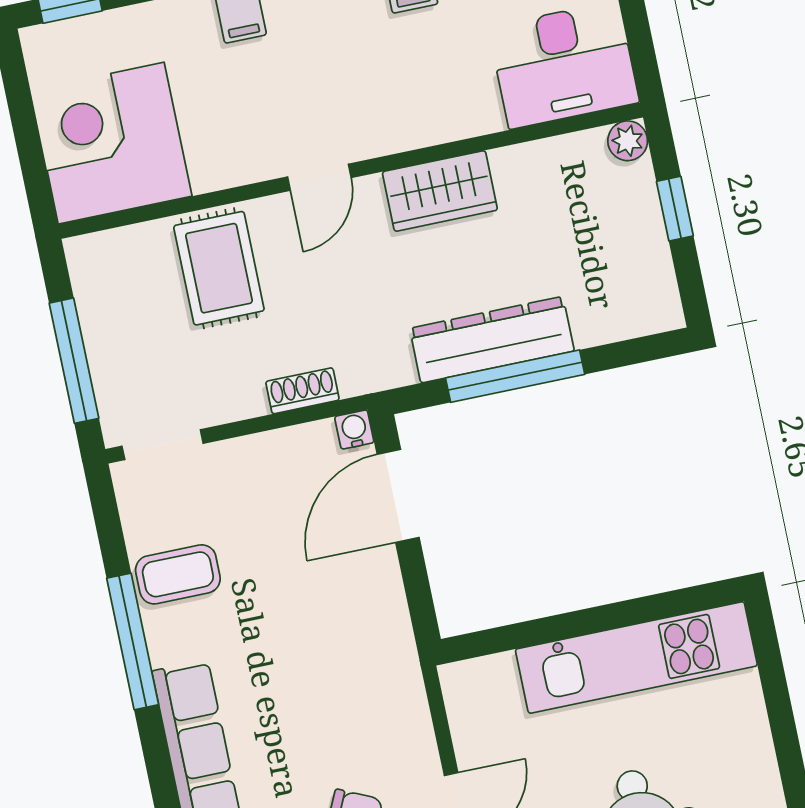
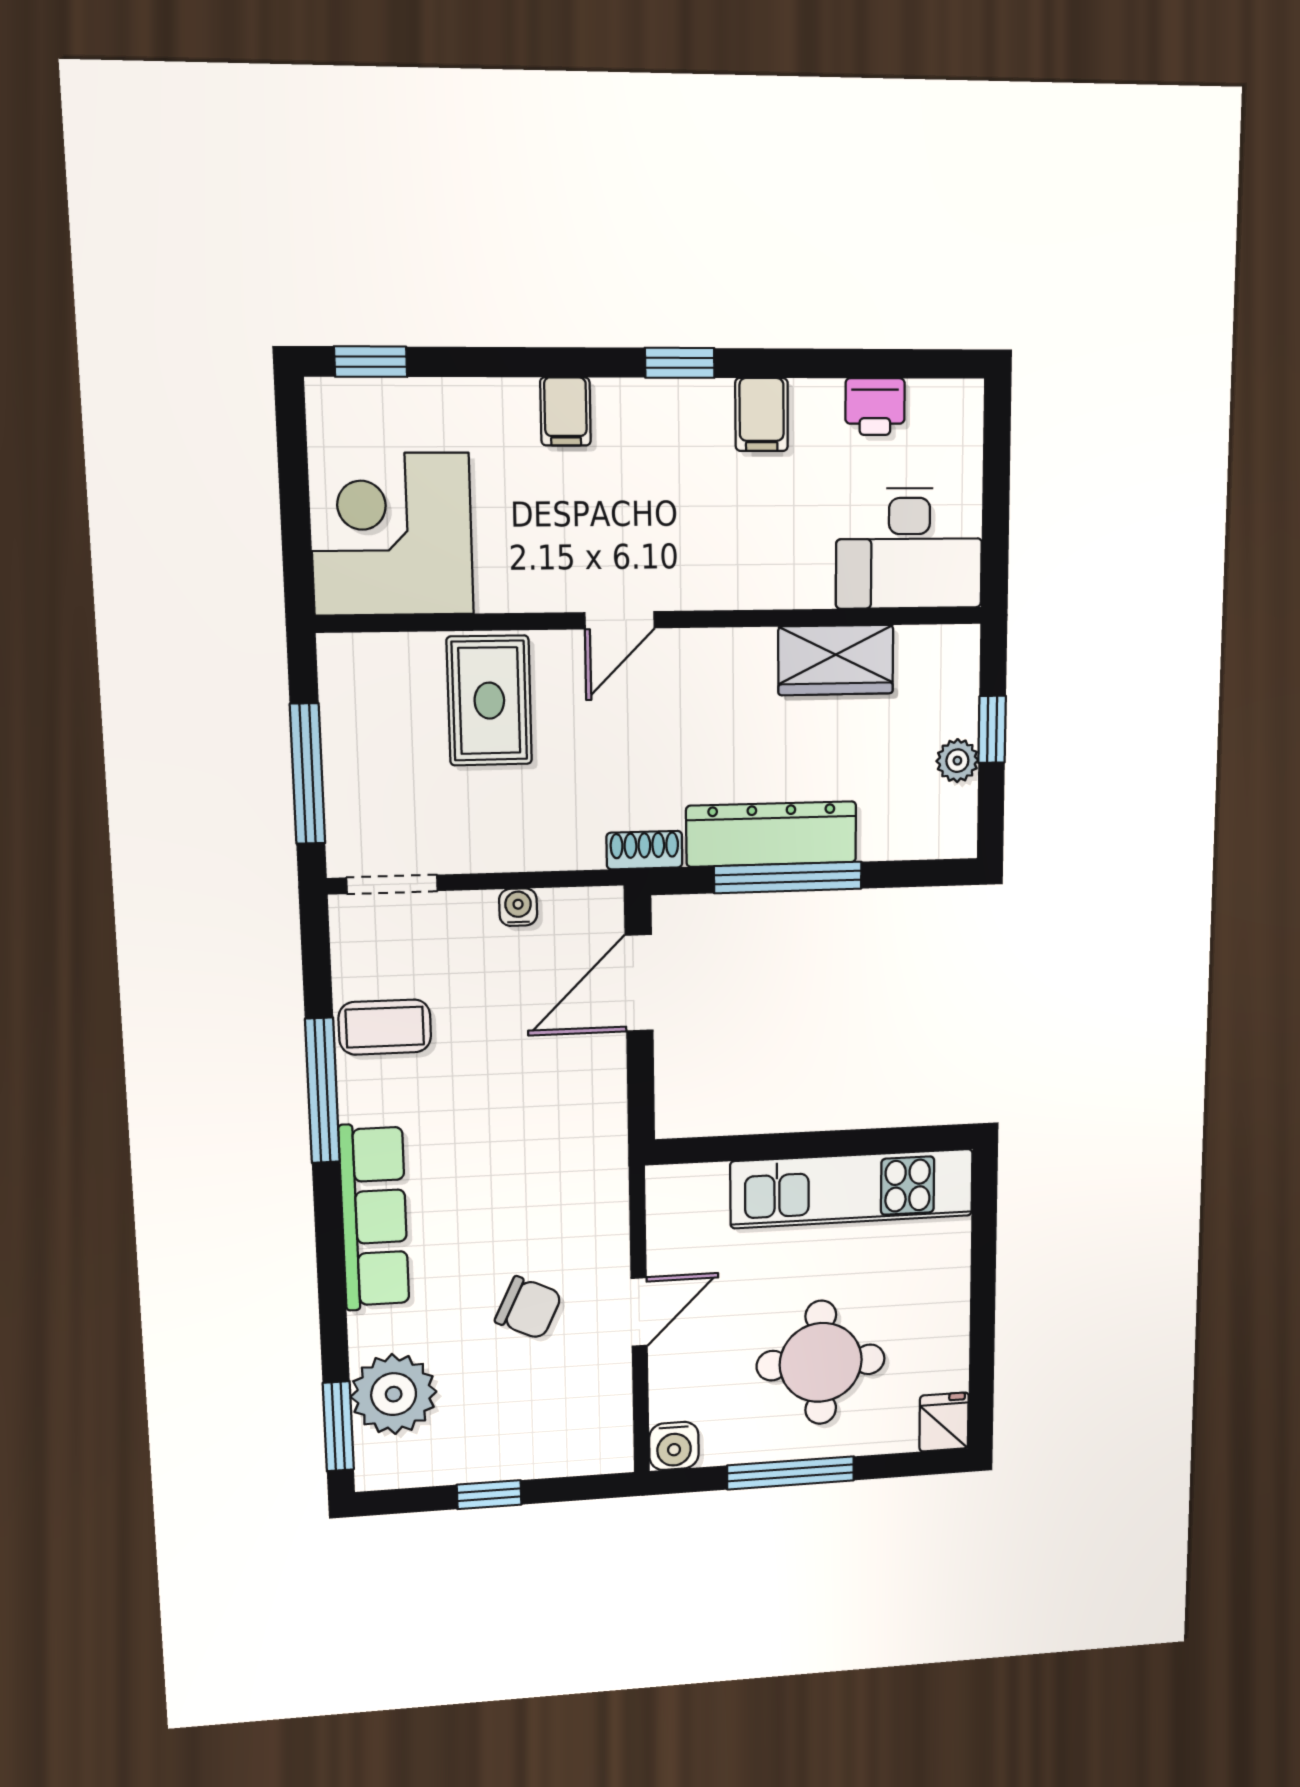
plant: (628, 141) -> (957, 761), moved
wardrobe: (440, 191) -> (836, 660), moved
shoe rack: (302, 391) -> (644, 850), moved
water cooler: (354, 430) -> (518, 907), moved

